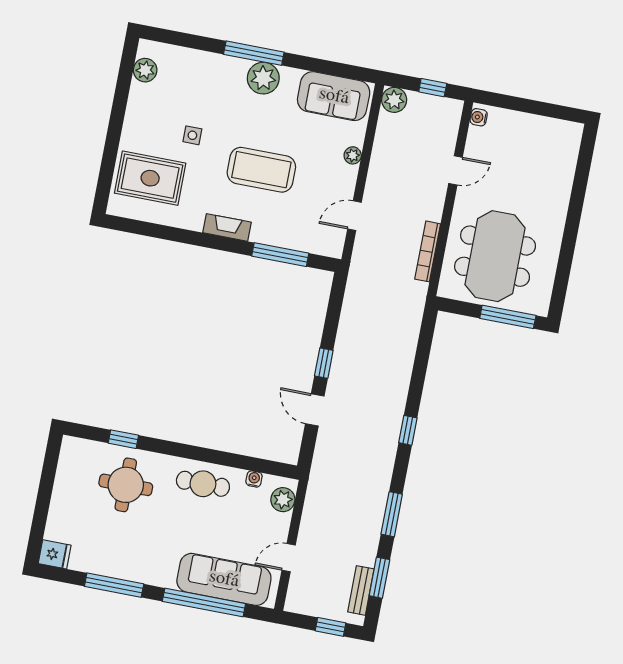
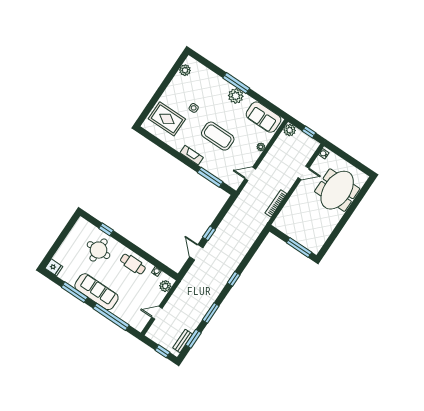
meeting table: (495, 256) -> (337, 190), moved
sofa: (224, 579) -> (96, 292), moved

